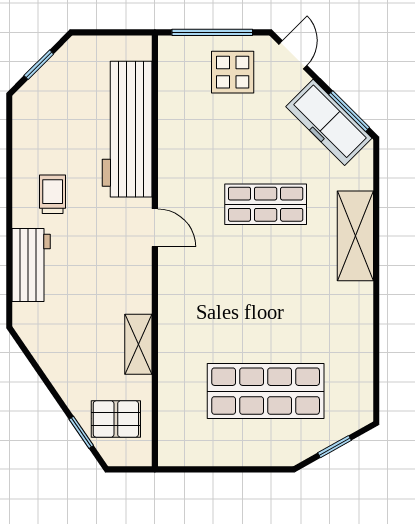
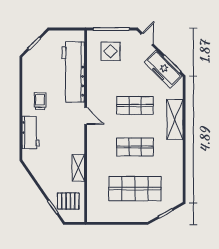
display table: (233, 72) -> (110, 51), moved
shop shelf: (266, 298) -> (135, 147), added

